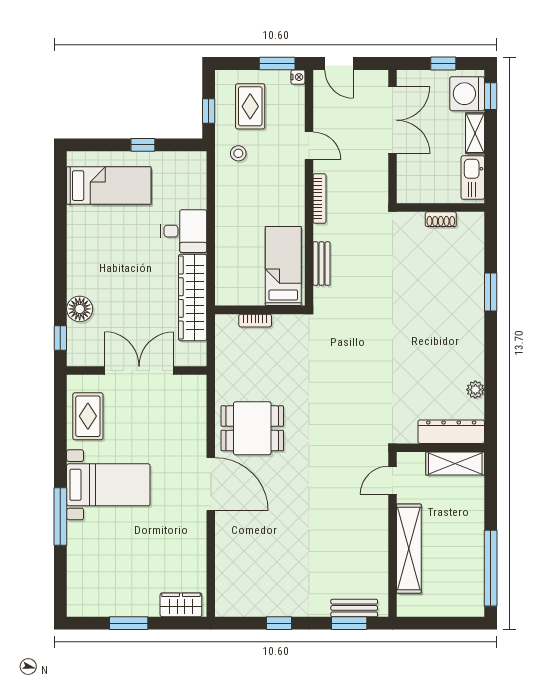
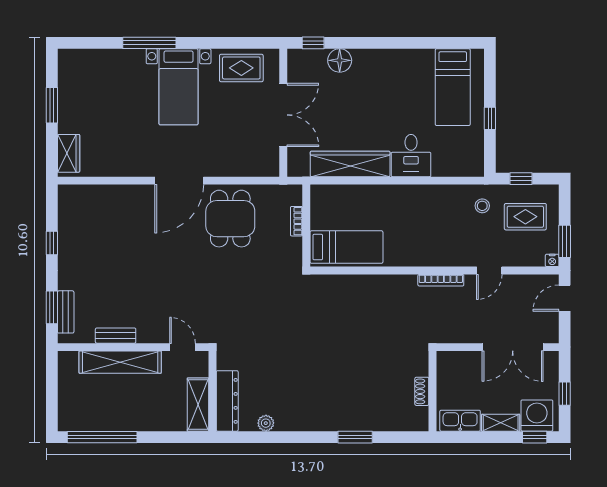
bench: (321, 264) -> (116, 336), moved
bed: (283, 266) -> (346, 247), moved
wall: (260, 310) -> (306, 226), moved
bookcase: (255, 321) -> (297, 221), moved

